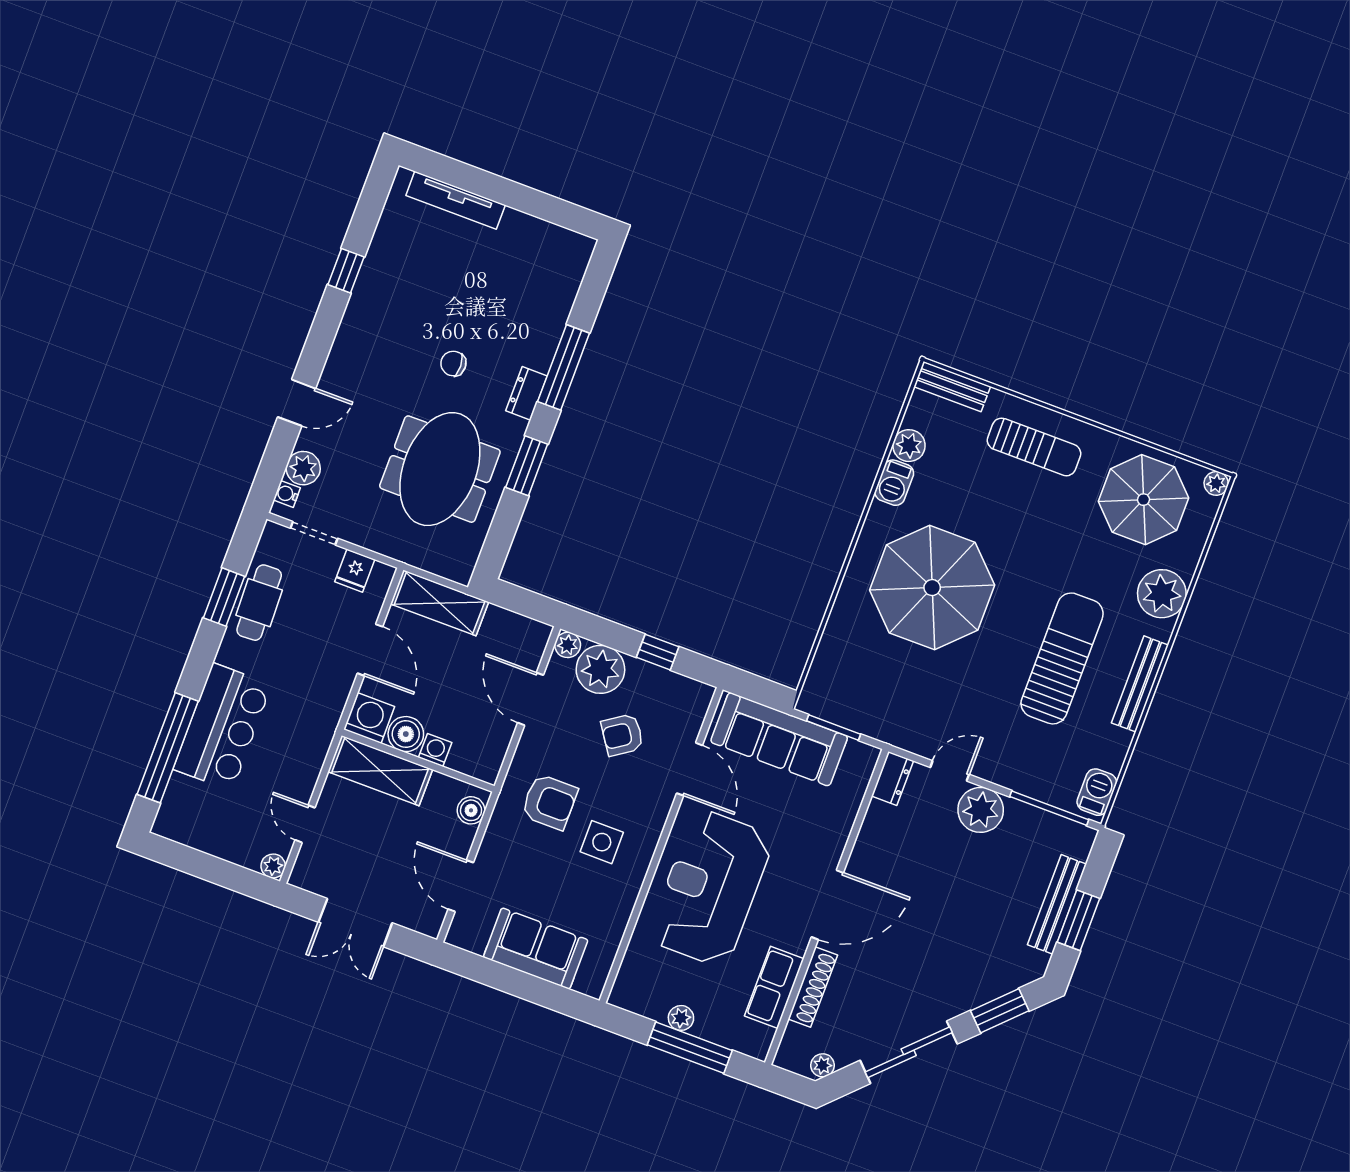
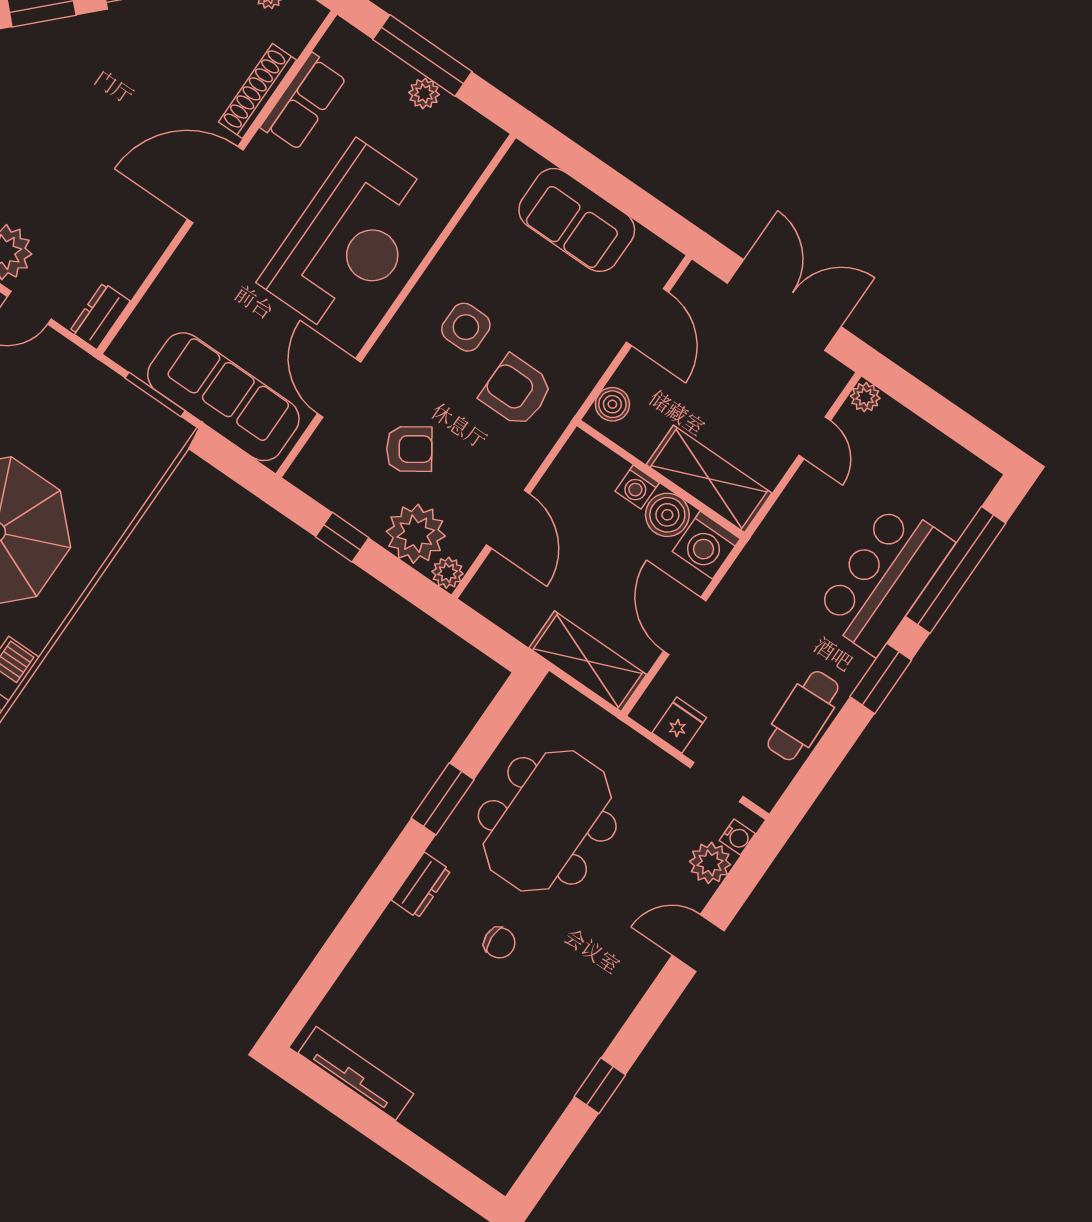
tv unit: (456, 200) -> (356, 1073), moved
window: (564, 367) -> (369, 905), removed
window: (224, 597) -> (881, 678), moved
double door: (355, 923) -> (784, 305), width x1.37

